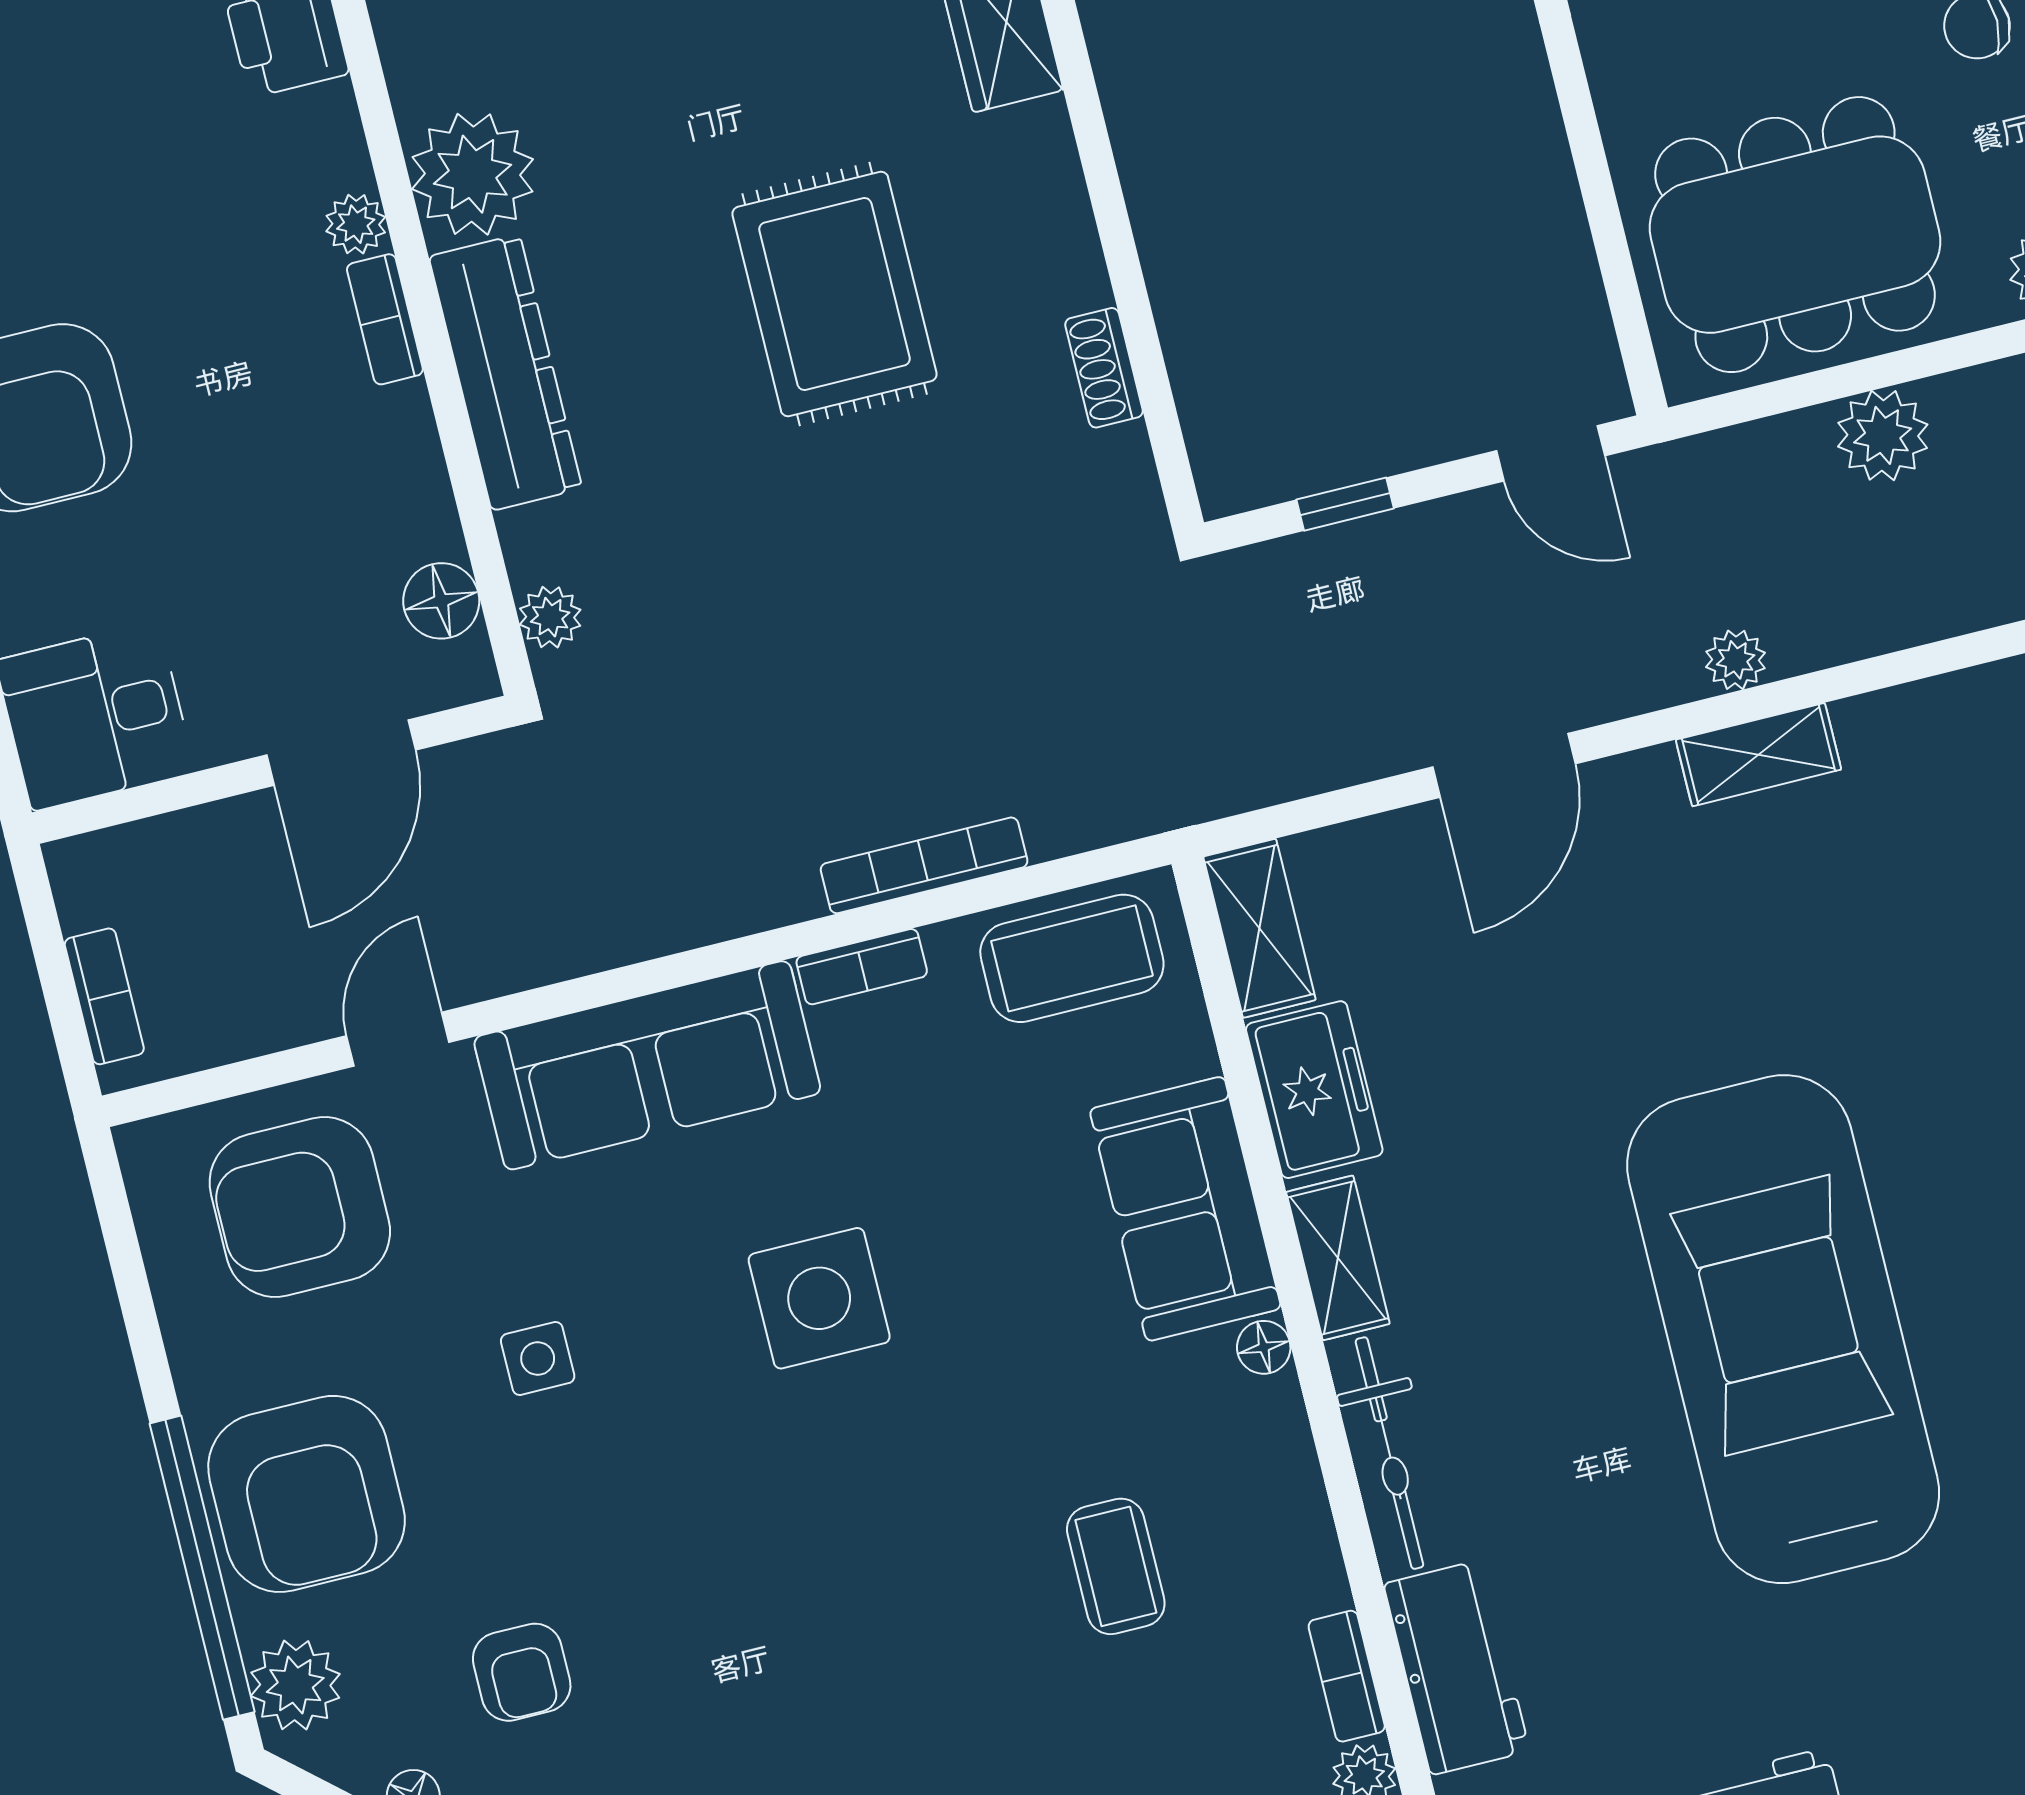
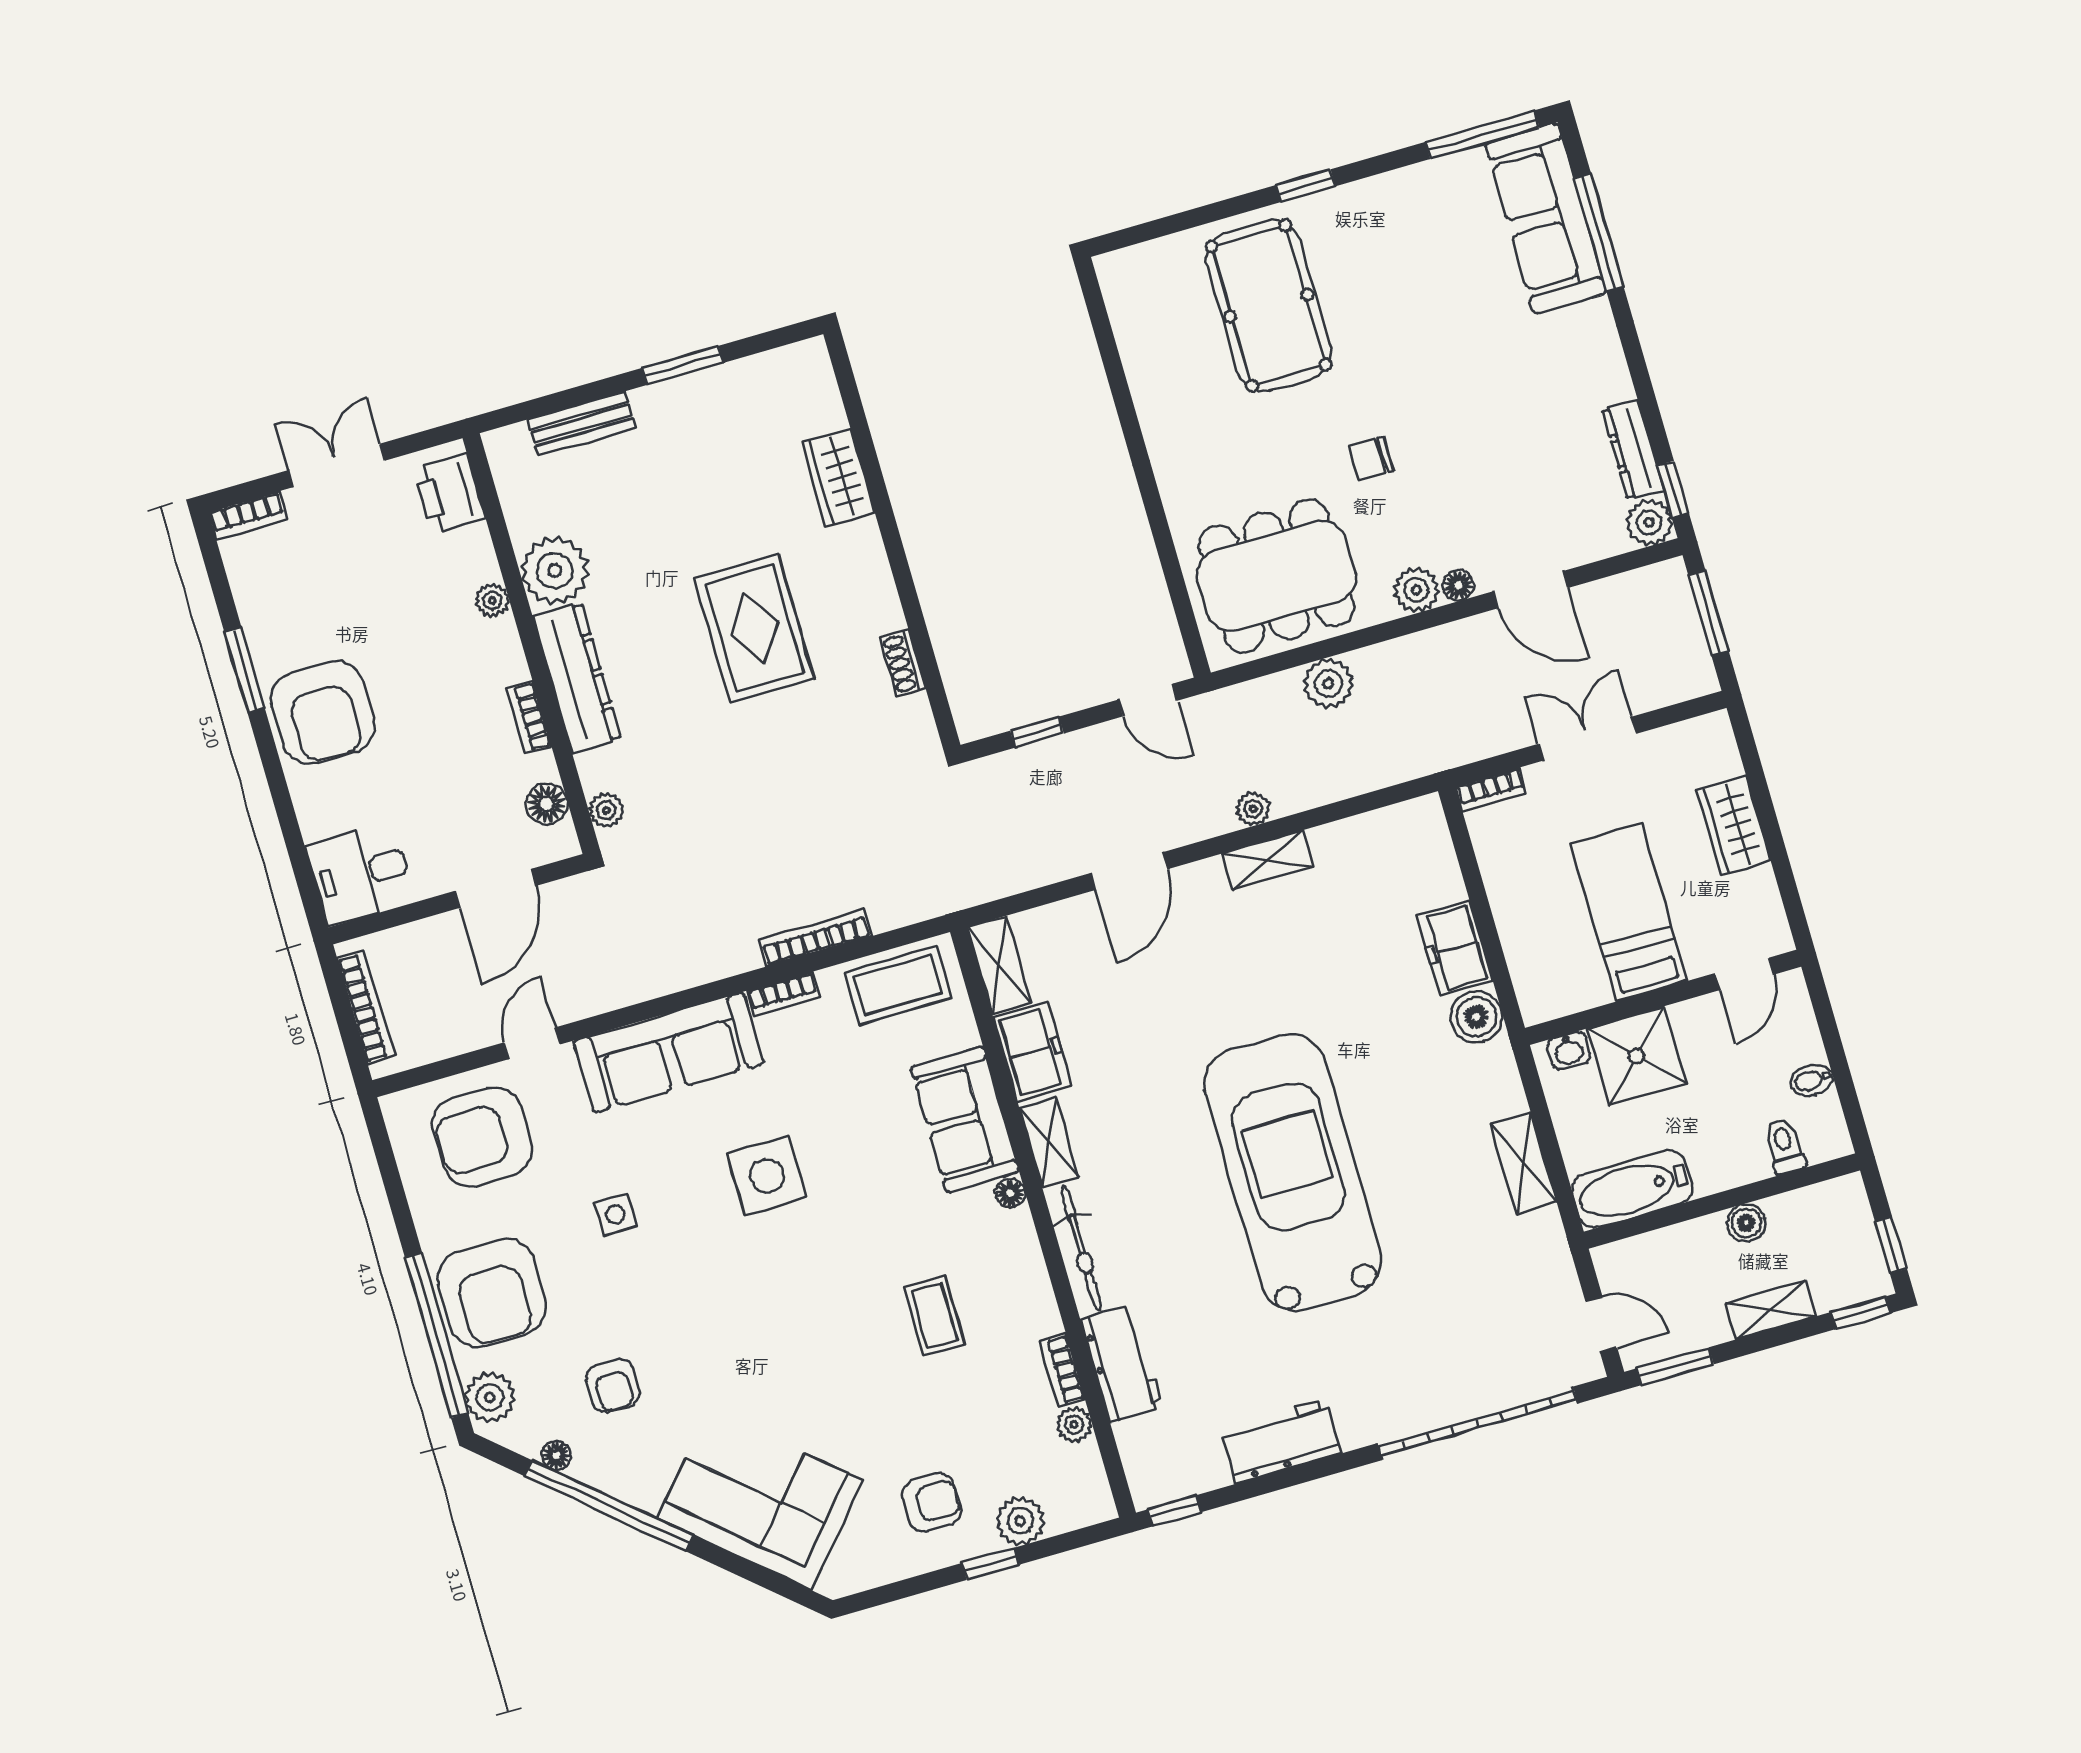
bookcase: (385, 319) -> (529, 718), moved
bookcase: (104, 996) -> (366, 1007), width x1.56

